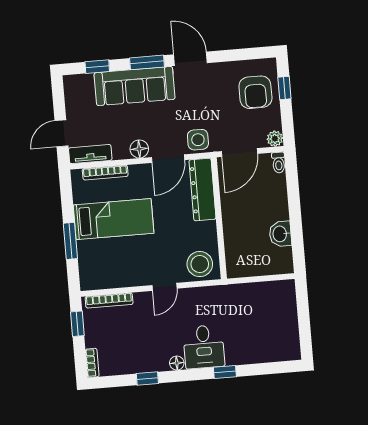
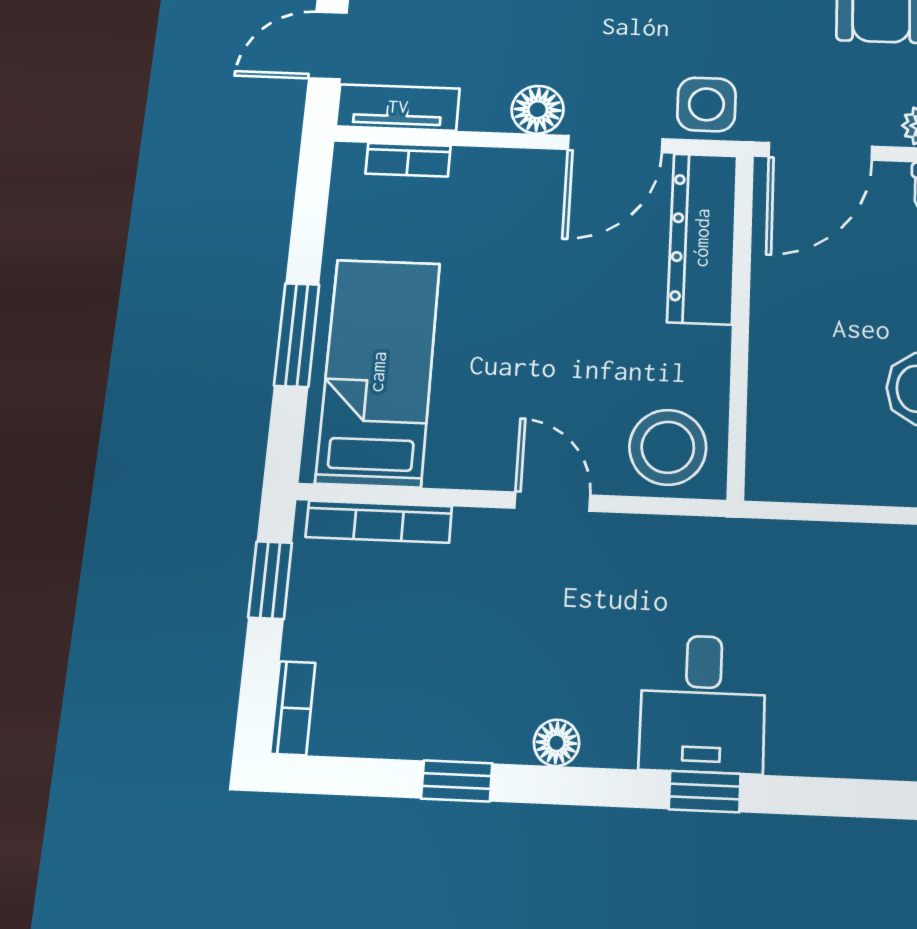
bookcase: (105, 173) -> (408, 160), width x0.64
bed: (114, 219) -> (378, 372), moved, turned -90
door: (164, 287) -> (552, 502), swing flipped
desk: (204, 347) -> (703, 704), moved

